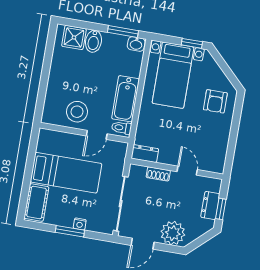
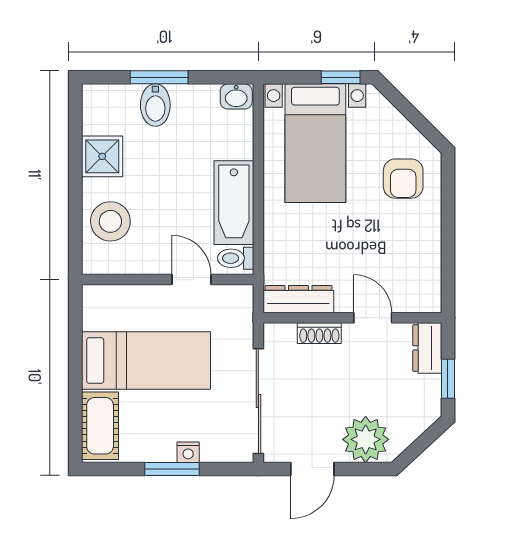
window: (123, 32) -> (159, 77), moved
shower: (74, 37) -> (102, 156), moved
stool: (77, 112) -> (110, 221), moved
door: (97, 135) -> (191, 280), swing flipped
dresser: (145, 154) -> (298, 299), width x1.44
dresser: (210, 206) -> (427, 348), moved

